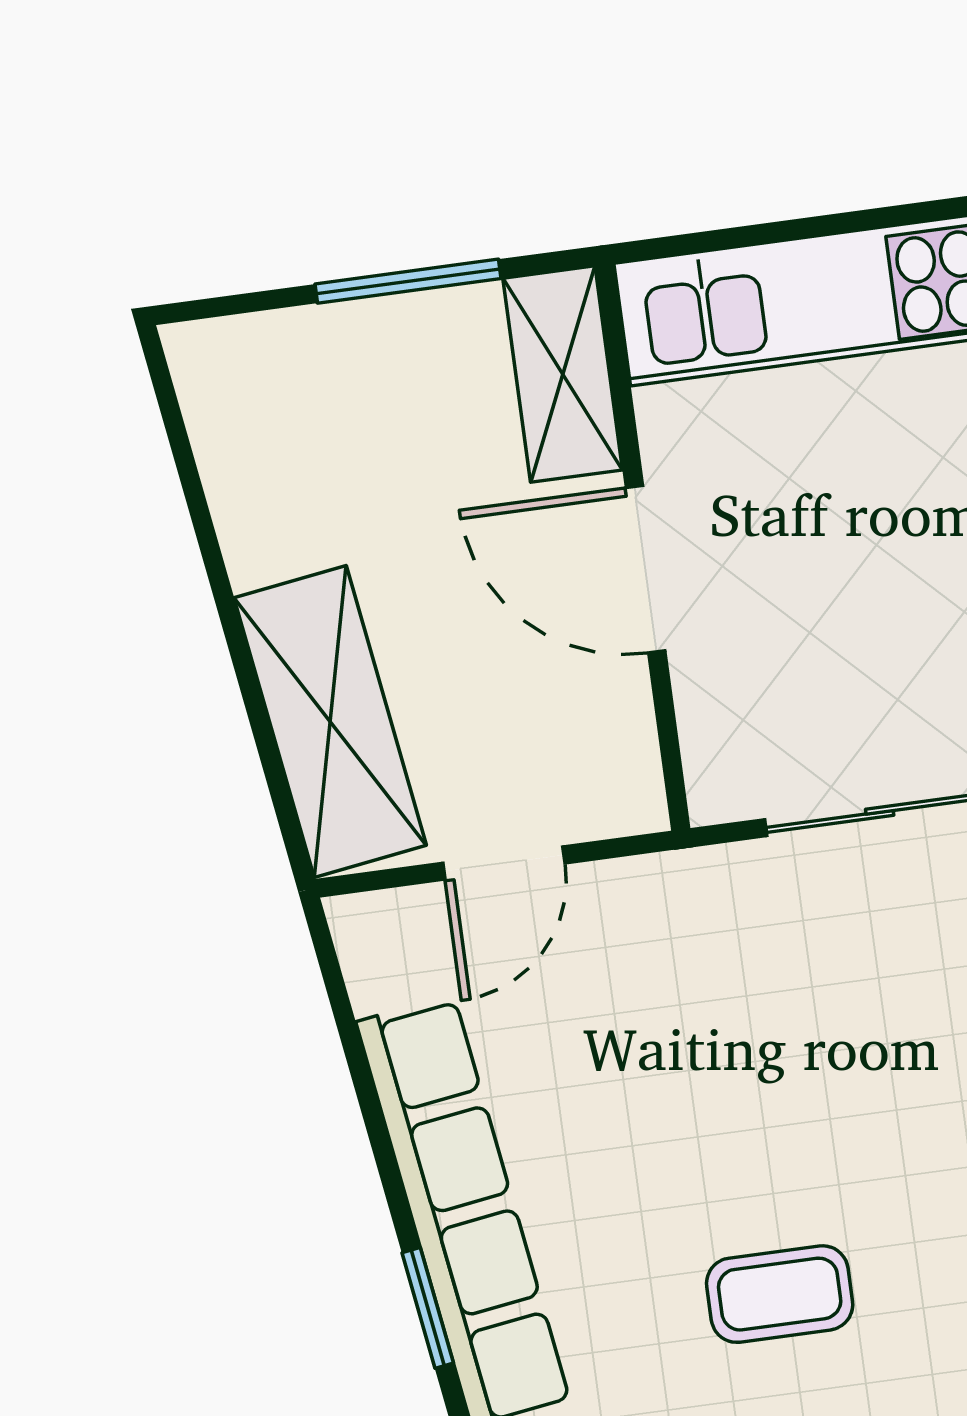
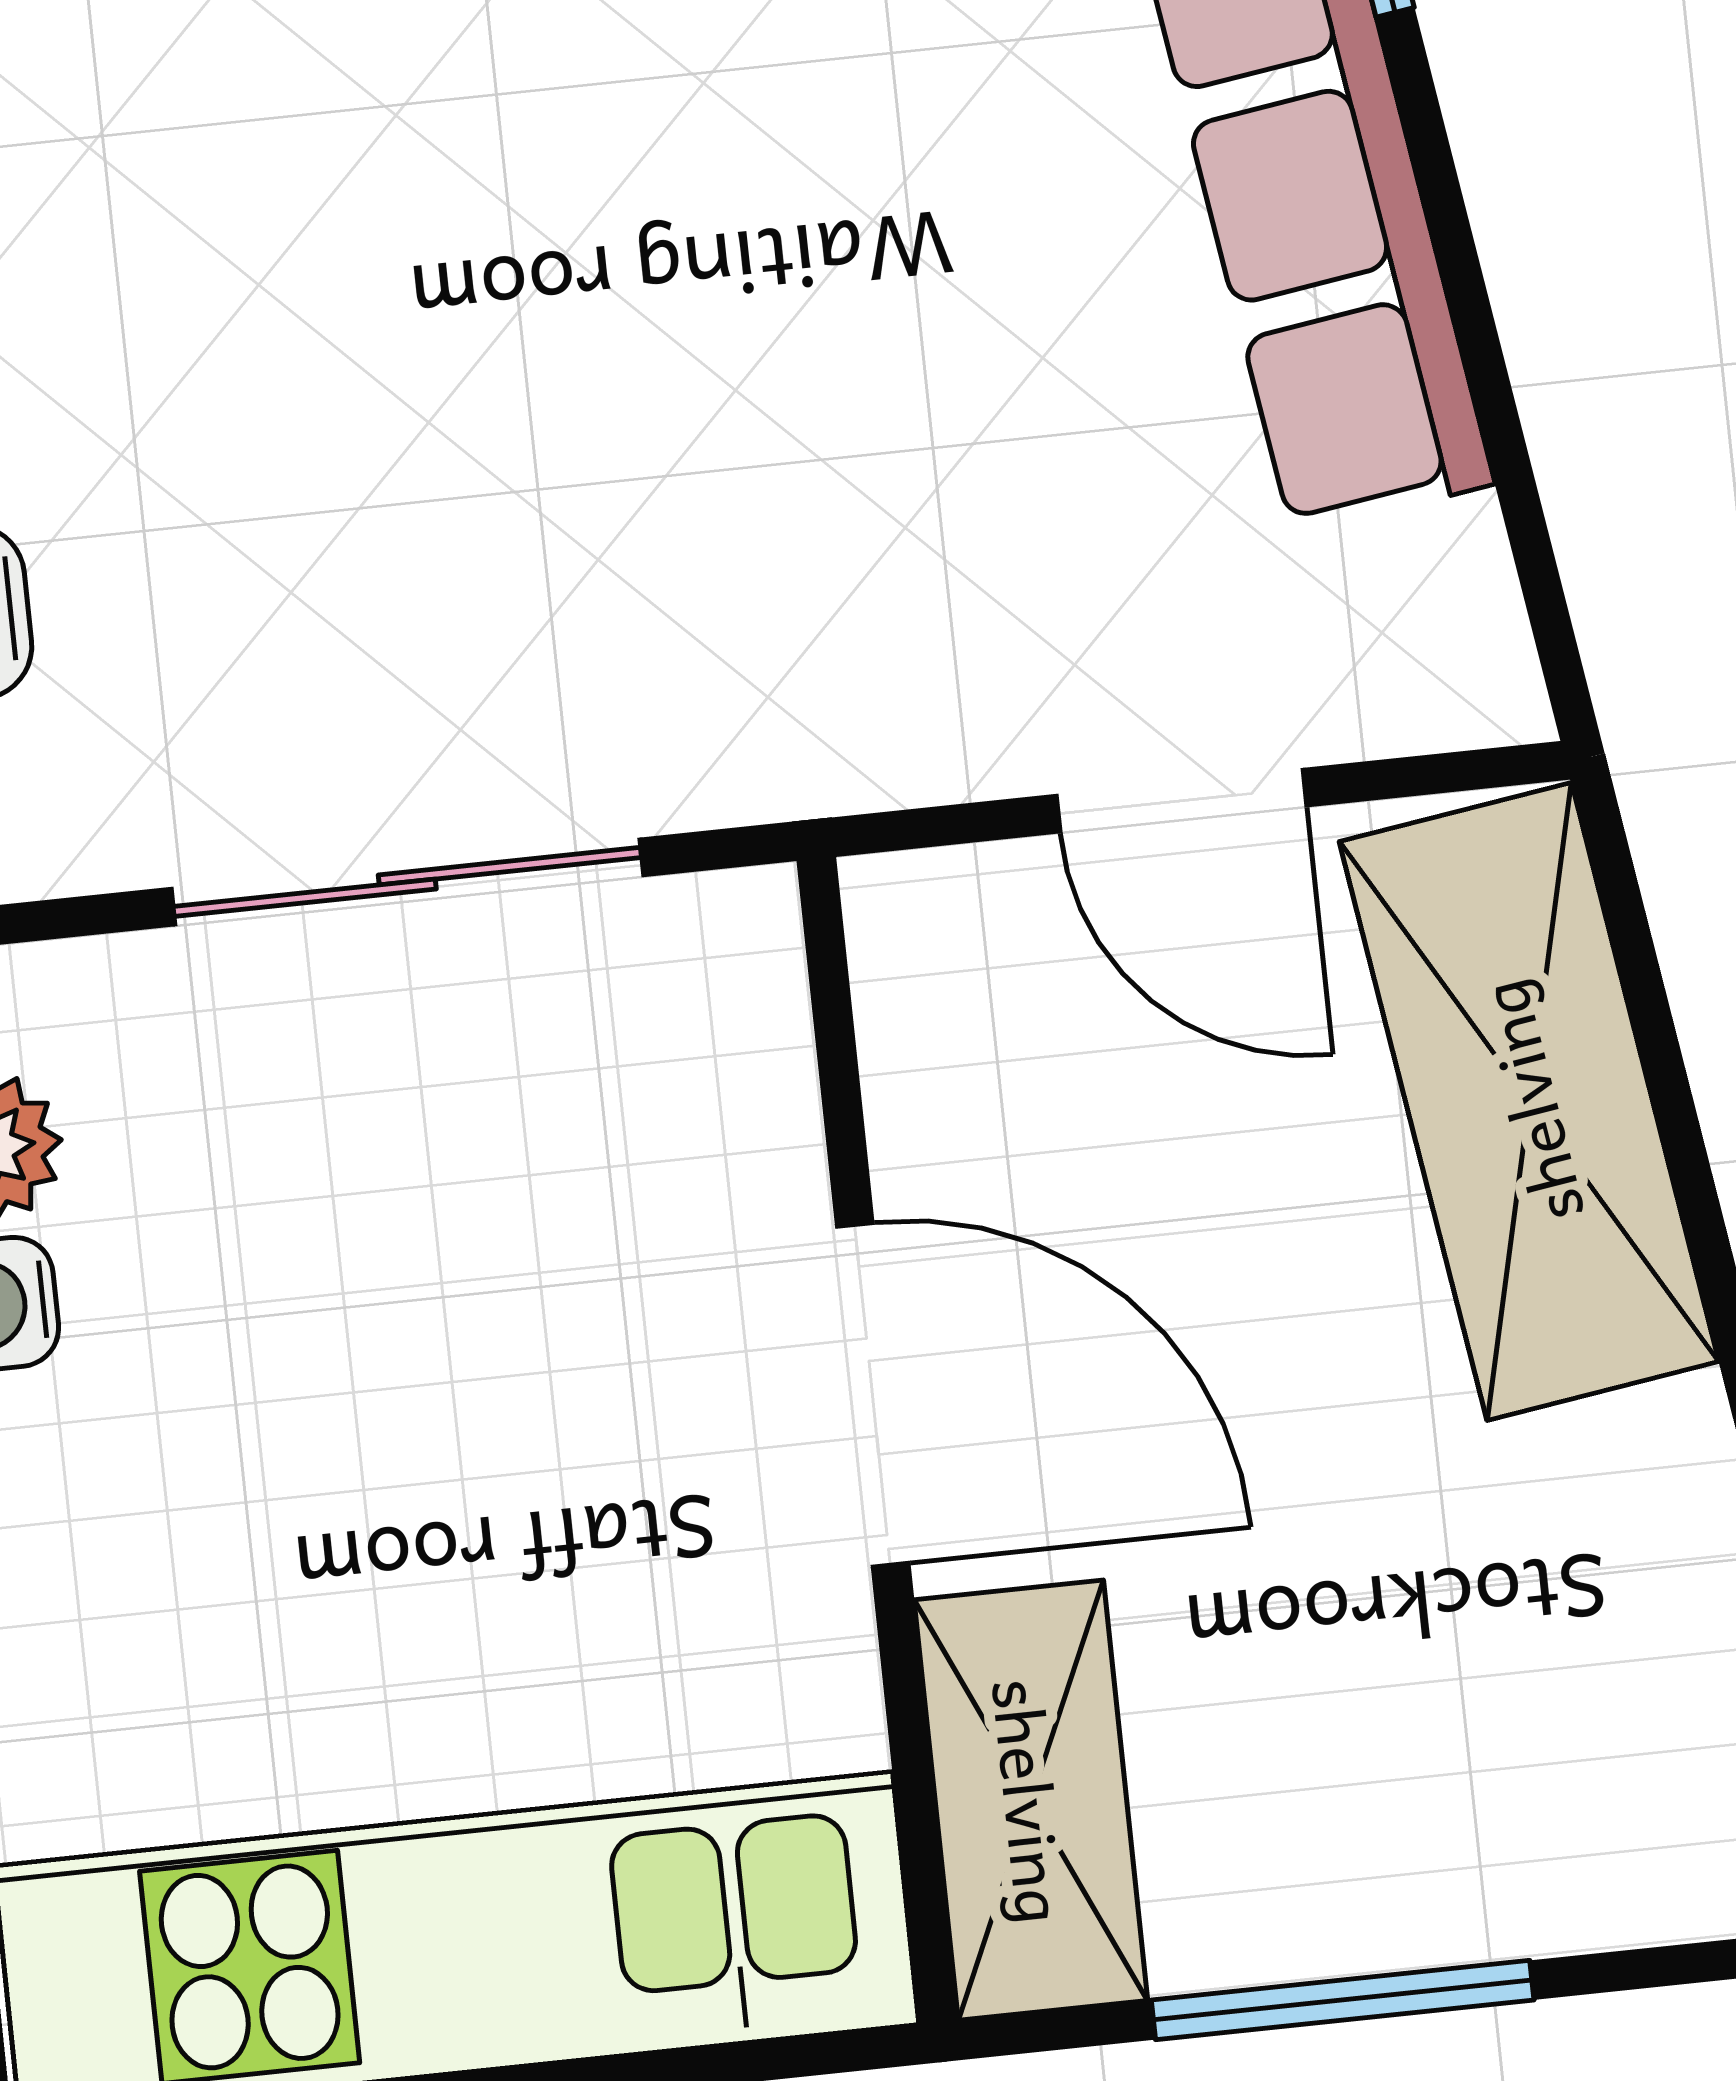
door: (504, 863) -> (1181, 801), swing flipped

